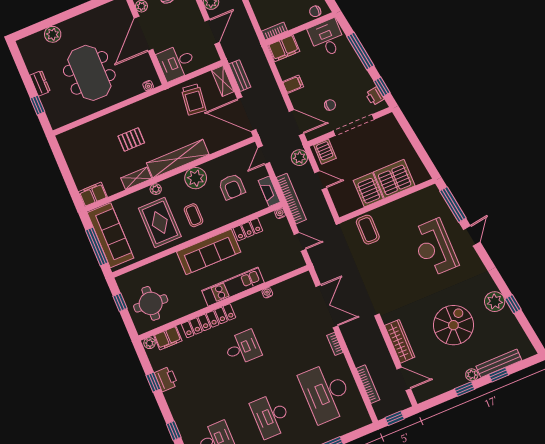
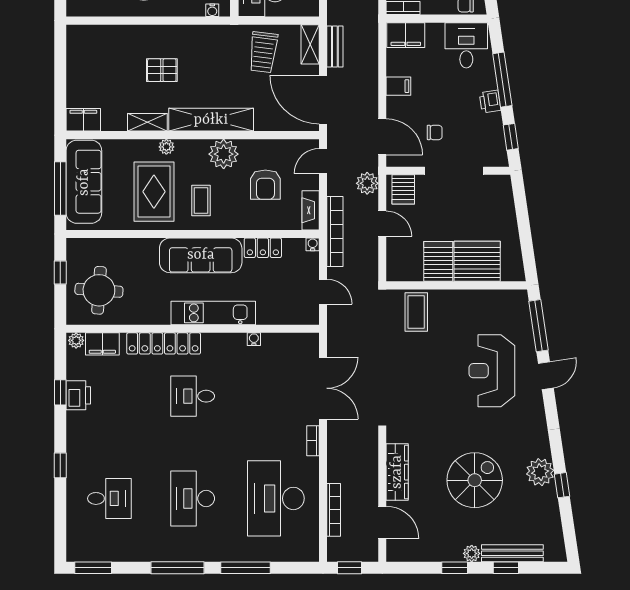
printer: (375, 96) -> (490, 102), moved
desk: (242, 348) -> (193, 396), turned 180

